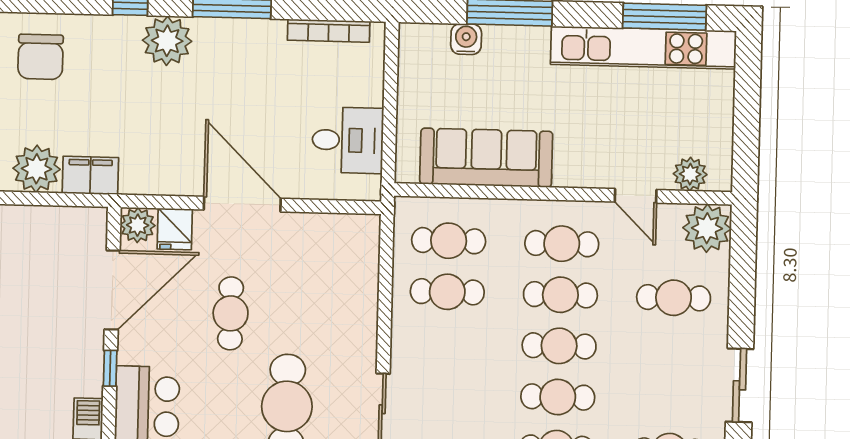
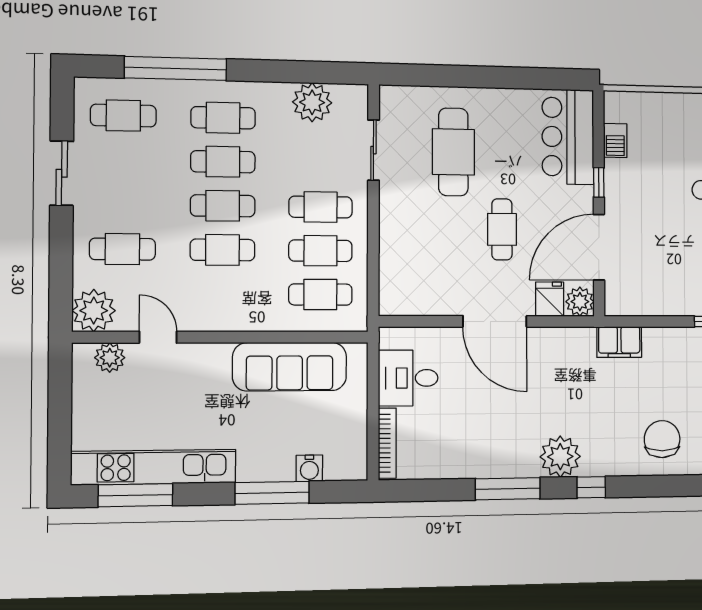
bookcase: (329, 31) -> (387, 443), moved, turned 90
plant: (37, 169) -> (662, 346), removed
cafe table: (562, 244) -> (321, 207), moved

